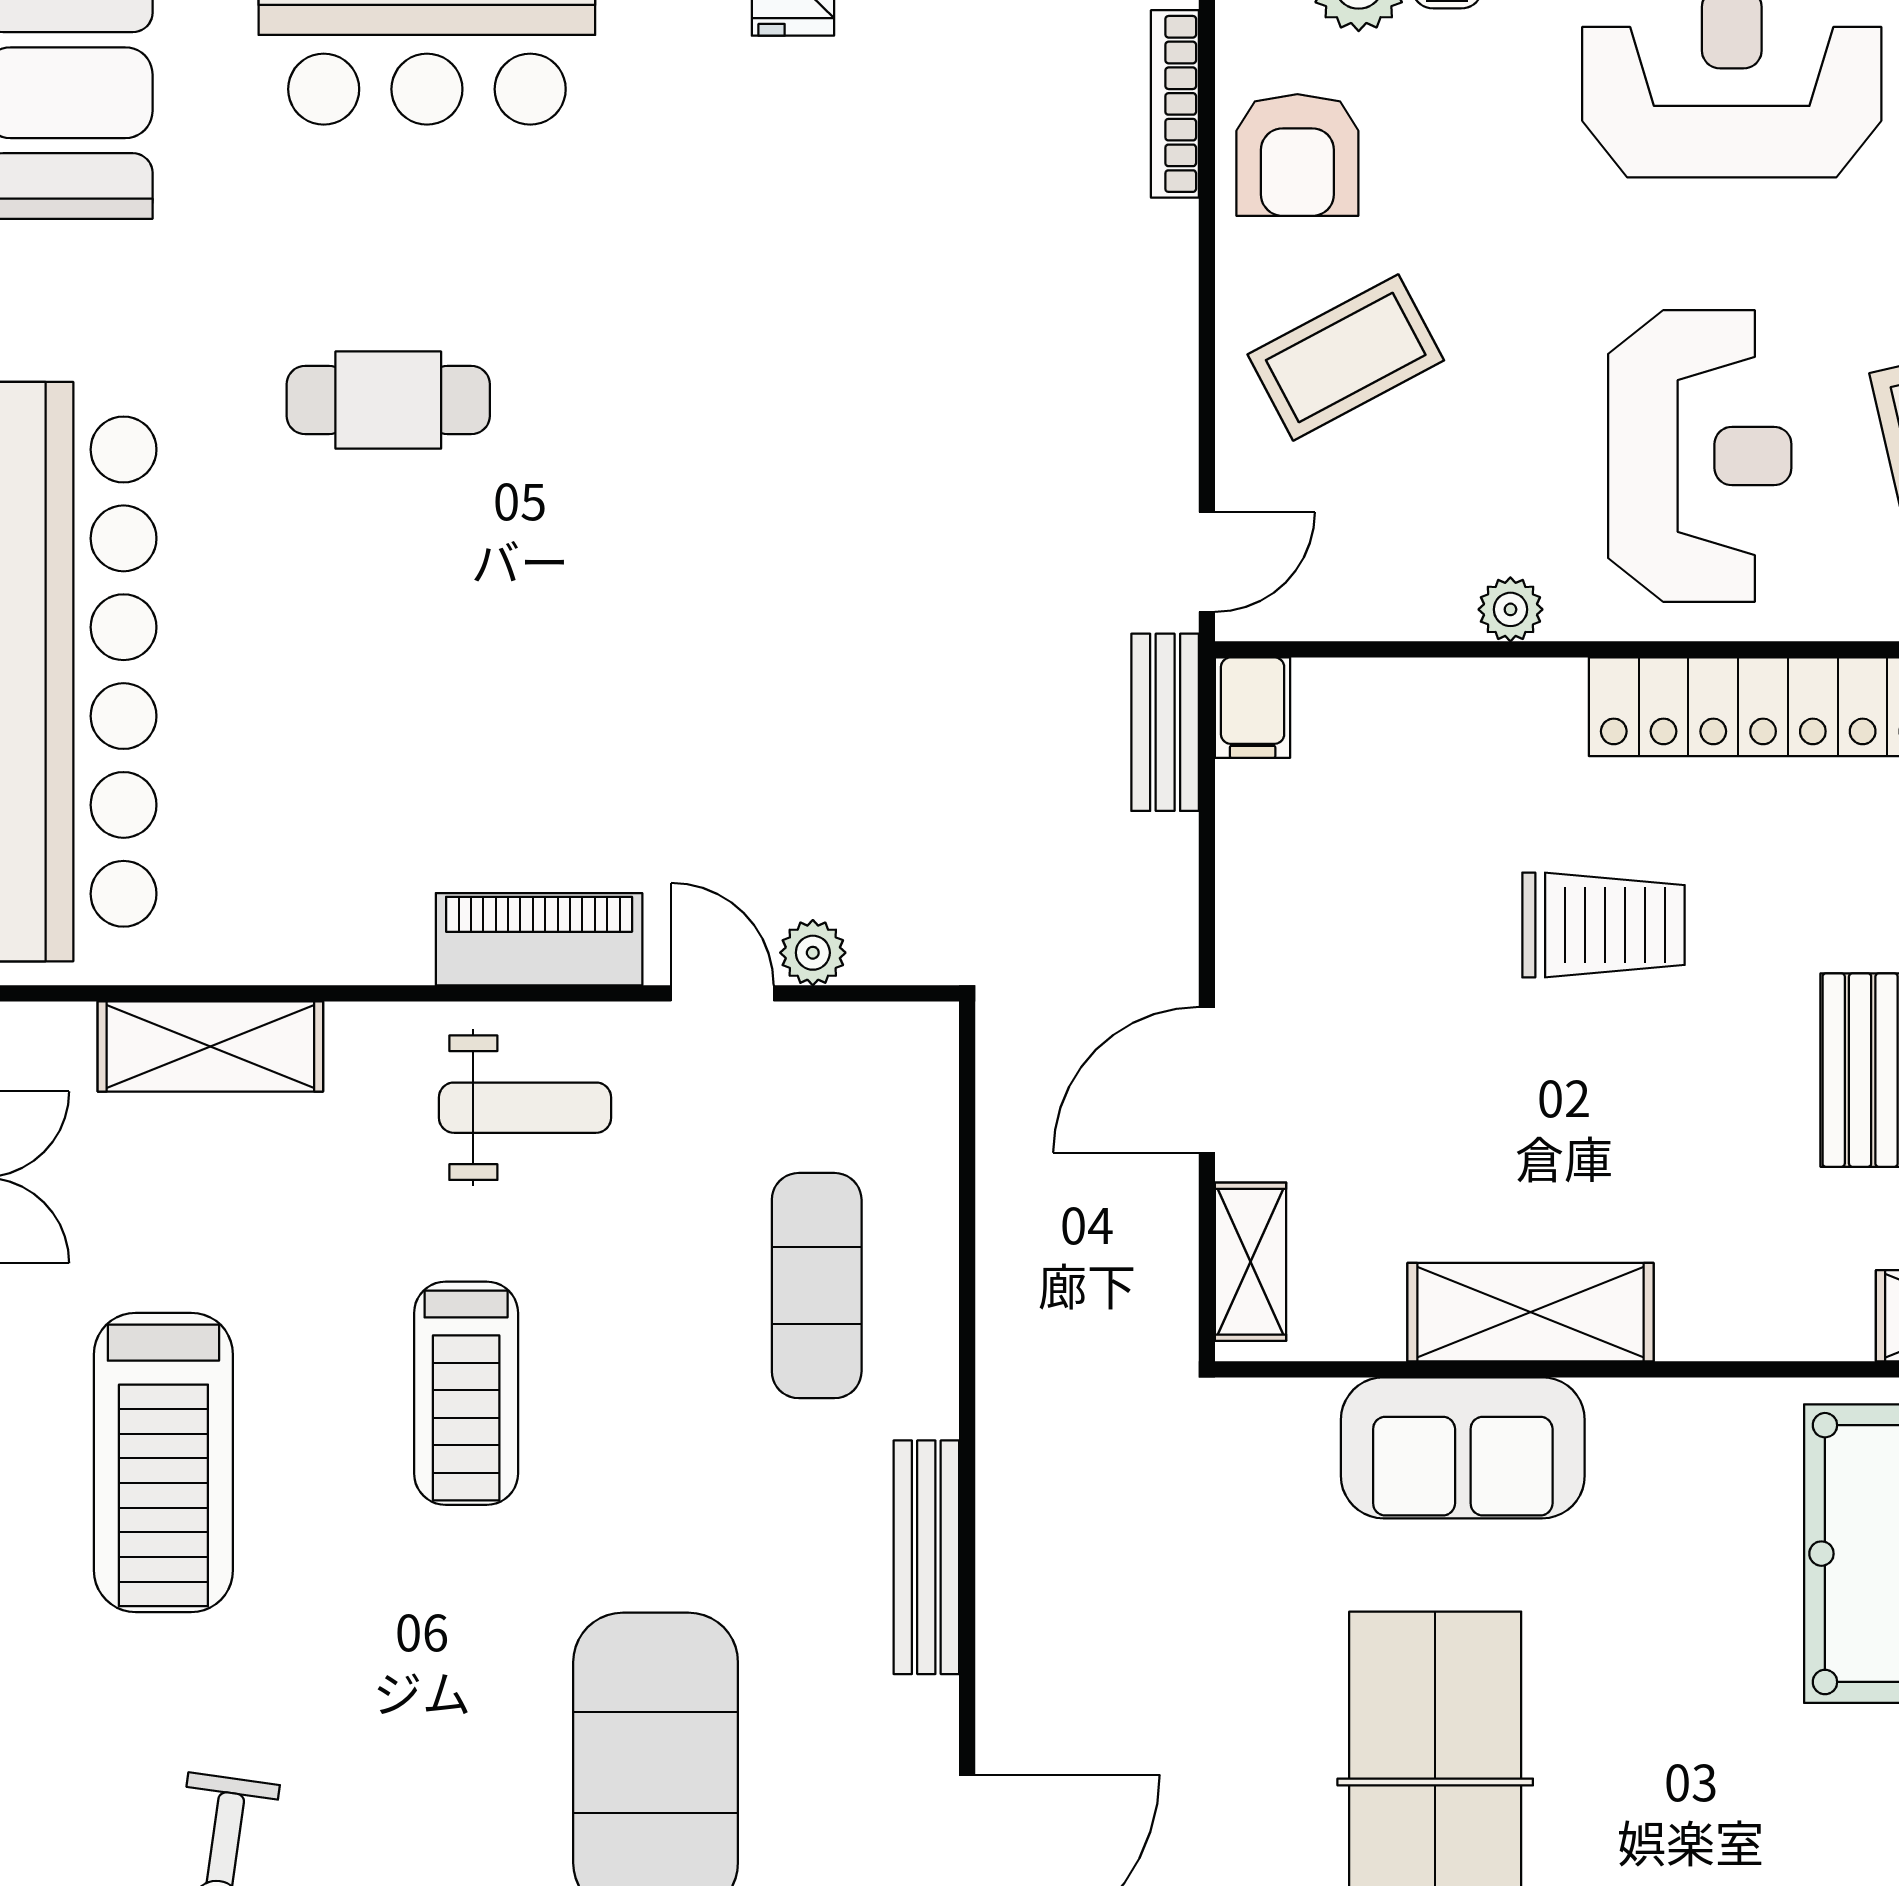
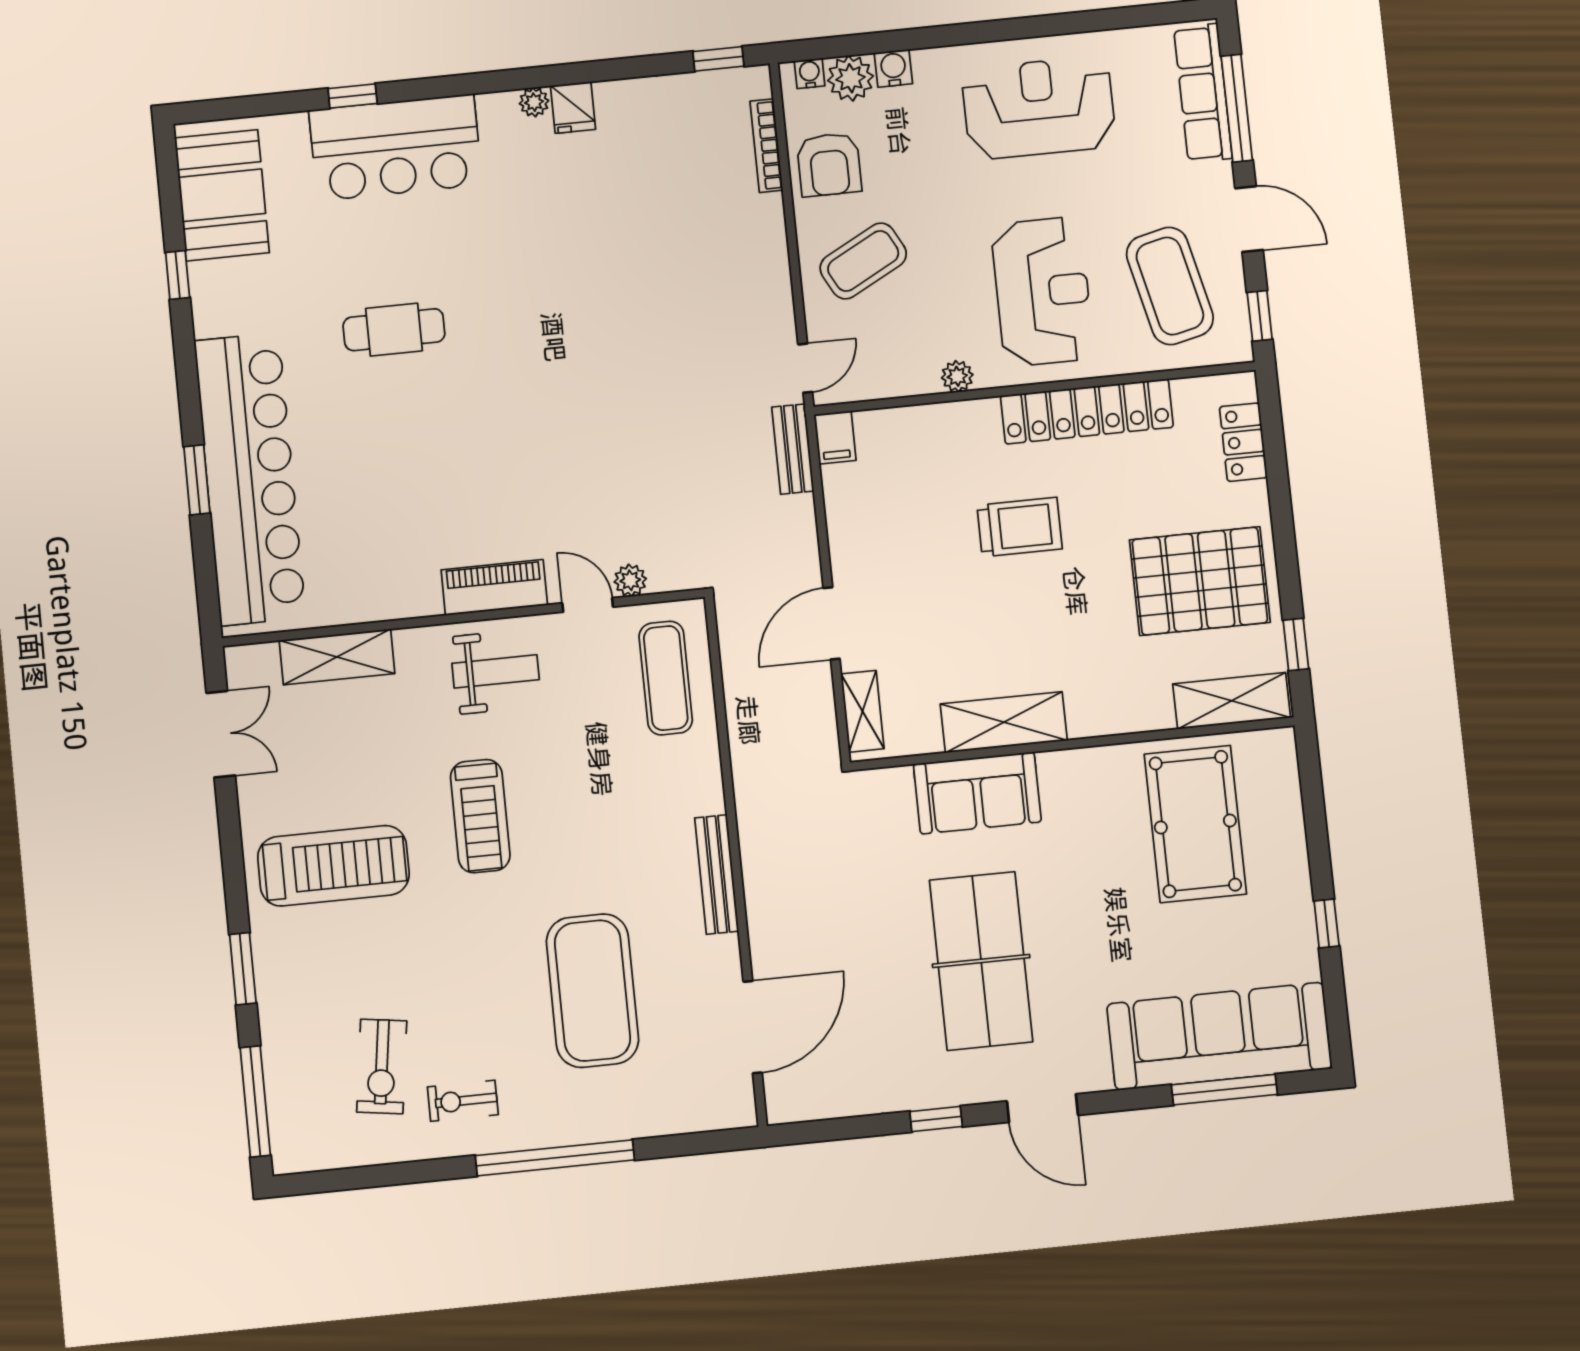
exercise mat: (817, 1286) -> (666, 678), moved
treadmill: (163, 1462) -> (333, 866), turned -90

